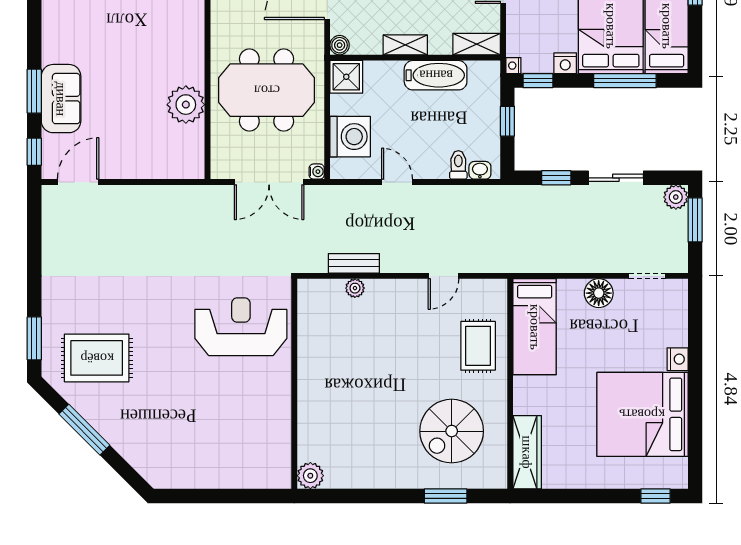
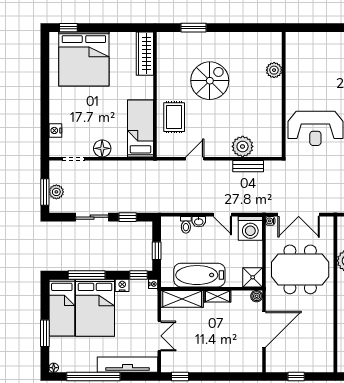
shelving: (477, 44) -> (182, 299), width x1.50, depth x1.33
bathtub: (436, 75) -> (199, 275), width x1.36, depth x1.36
washing machine: (350, 137) -> (250, 228), moved, turned -90
washbasin: (480, 170) -> (199, 222), moved
double door: (269, 182) -> (299, 215), swing flipped
plant: (676, 197) -> (56, 192), moved
plant: (355, 288) -> (243, 146), width x1.88, depth x1.88
nightstand: (678, 359) -> (55, 130), moved
bed: (642, 414) -> (84, 59), moved, turned 90
spiral stairs: (452, 431) -> (210, 81), moved
plant: (310, 476) -> (274, 70), moved

